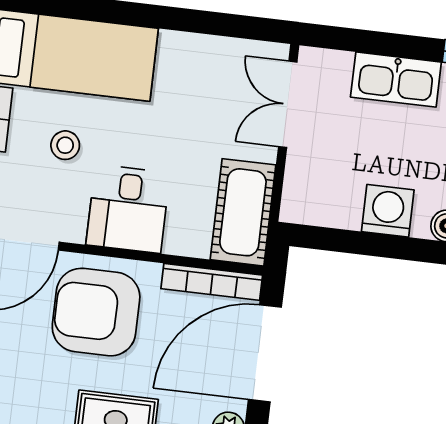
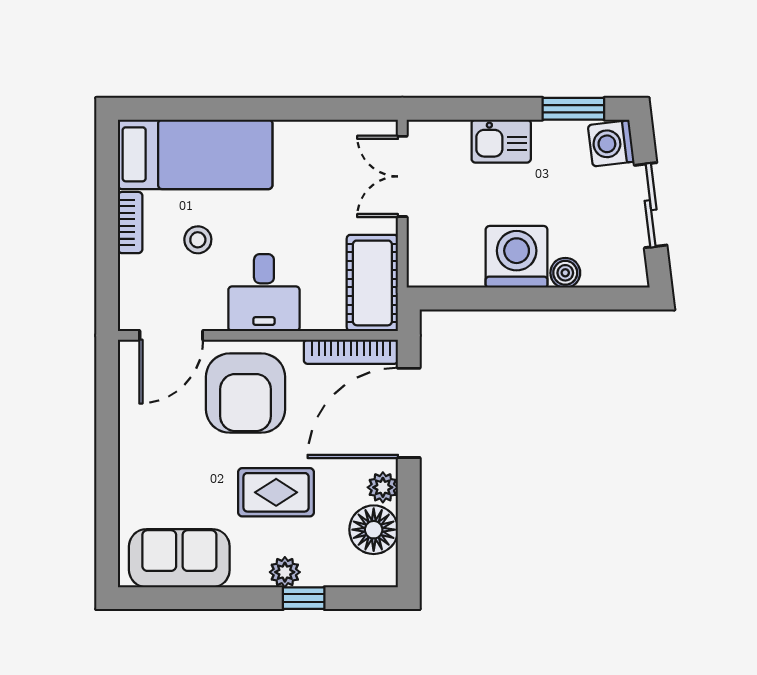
kitchen sink: (396, 80) -> (501, 141), width x0.73
washing machine: (388, 211) -> (517, 257), width x1.37, depth x1.37
armchair: (96, 312) -> (246, 393), turned -90

